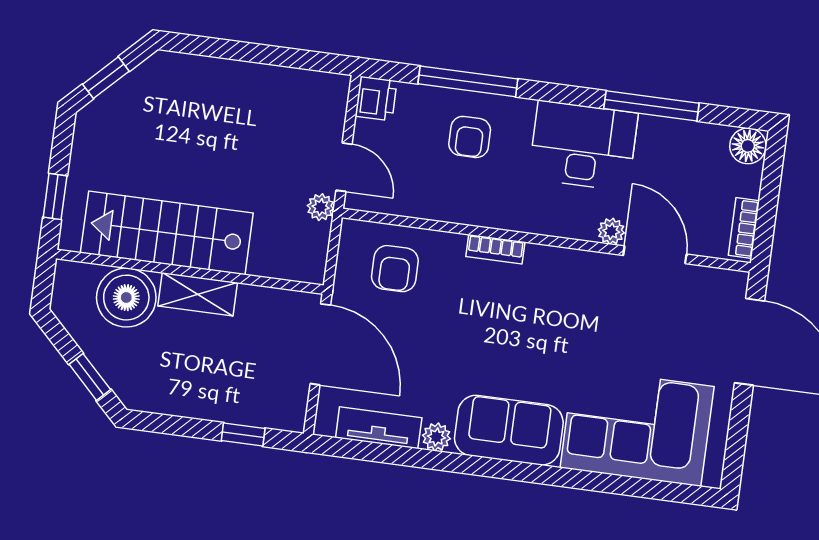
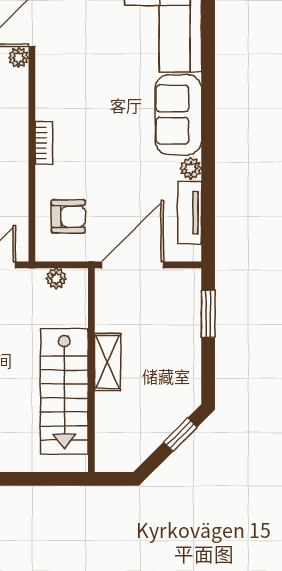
window: (55, 197) -> (48, 479), removed
plant: (321, 207) -> (56, 278), moved
boiler: (126, 298) -> (117, 415), removed
window: (243, 435) -> (208, 314), width x1.50

